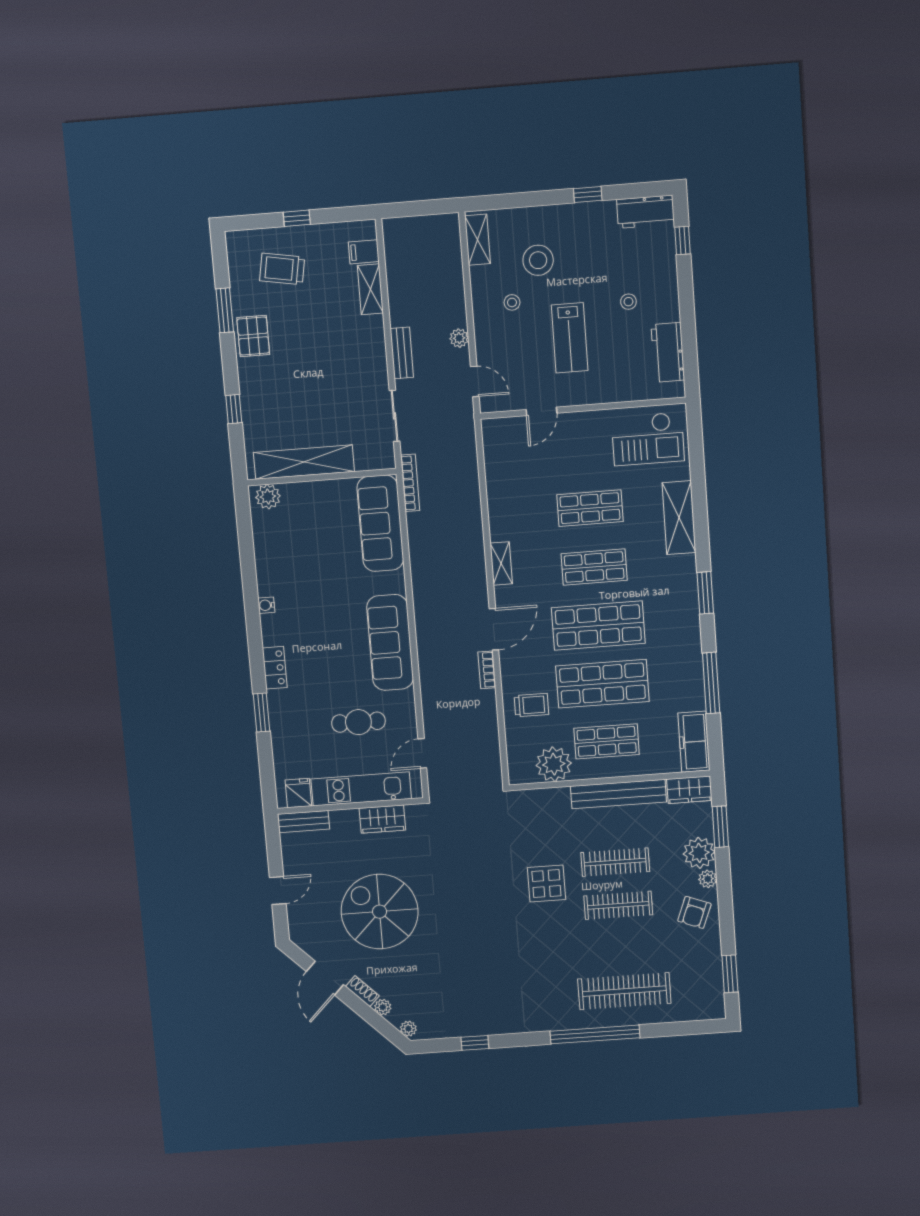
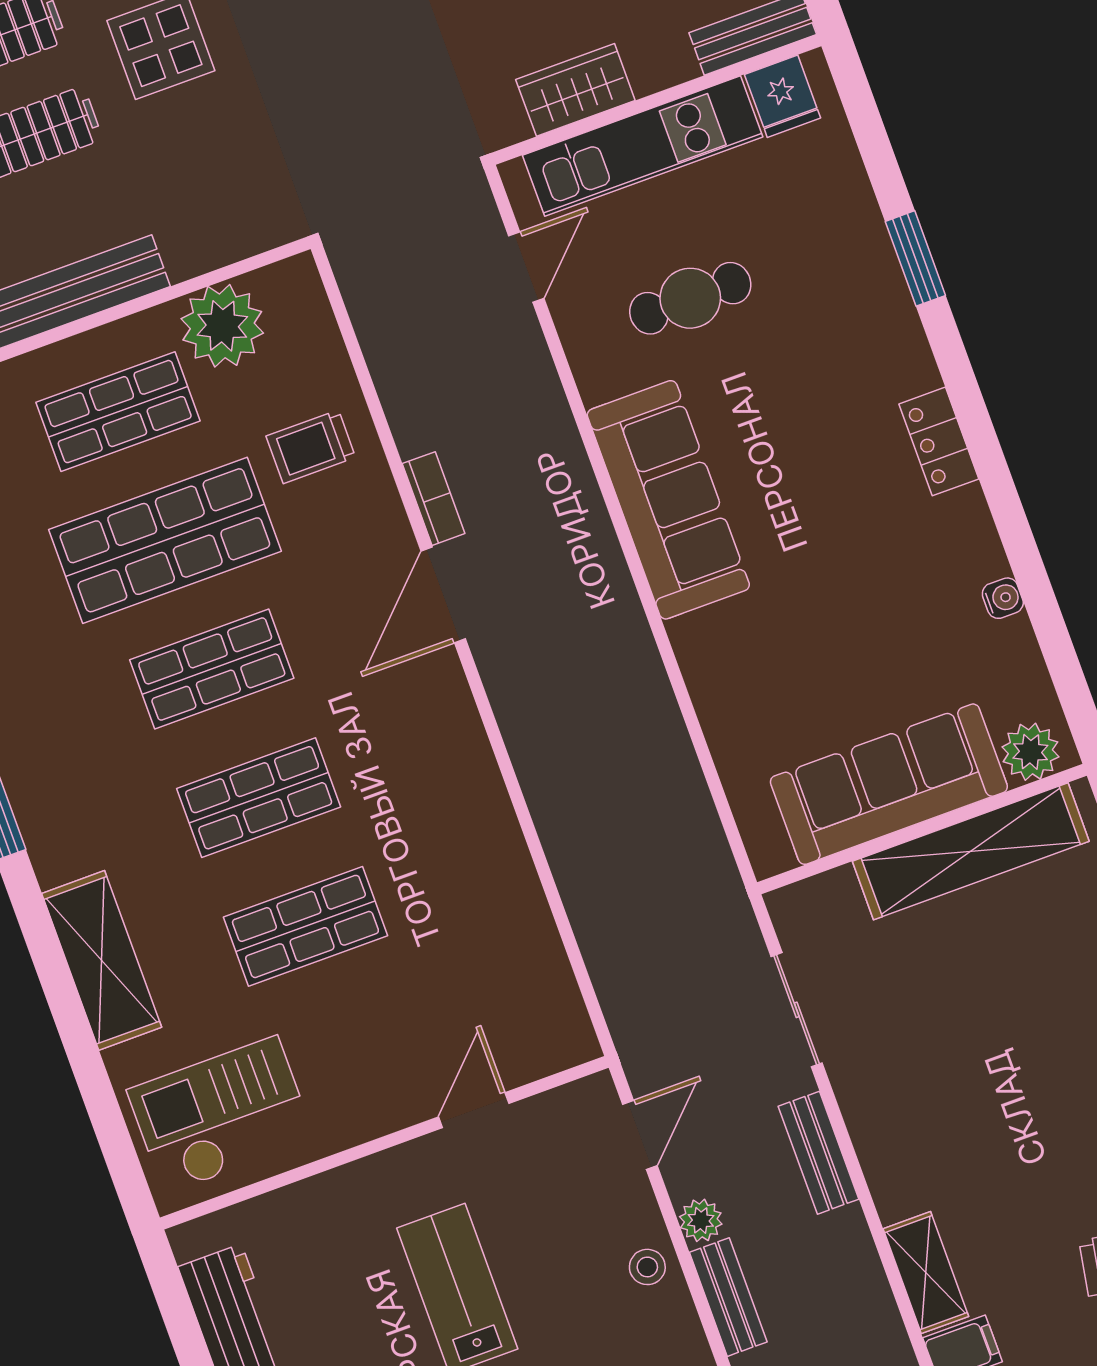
bench: (457, 302) -> (728, 1297), added
stool: (512, 302) -> (647, 1267), moved
door: (475, 381) -> (640, 1135), swing flipped
bookcase: (410, 483) -> (721, 871), removed
sofa: (380, 523) -> (889, 784), moved, turned -90
shelving: (501, 563) -> (468, 748), removed
water cooler: (266, 605) -> (1003, 598), moved
shop shelf: (598, 626) -> (212, 669), width x0.70, depth x0.74
locker: (275, 668) -> (939, 441), moved

